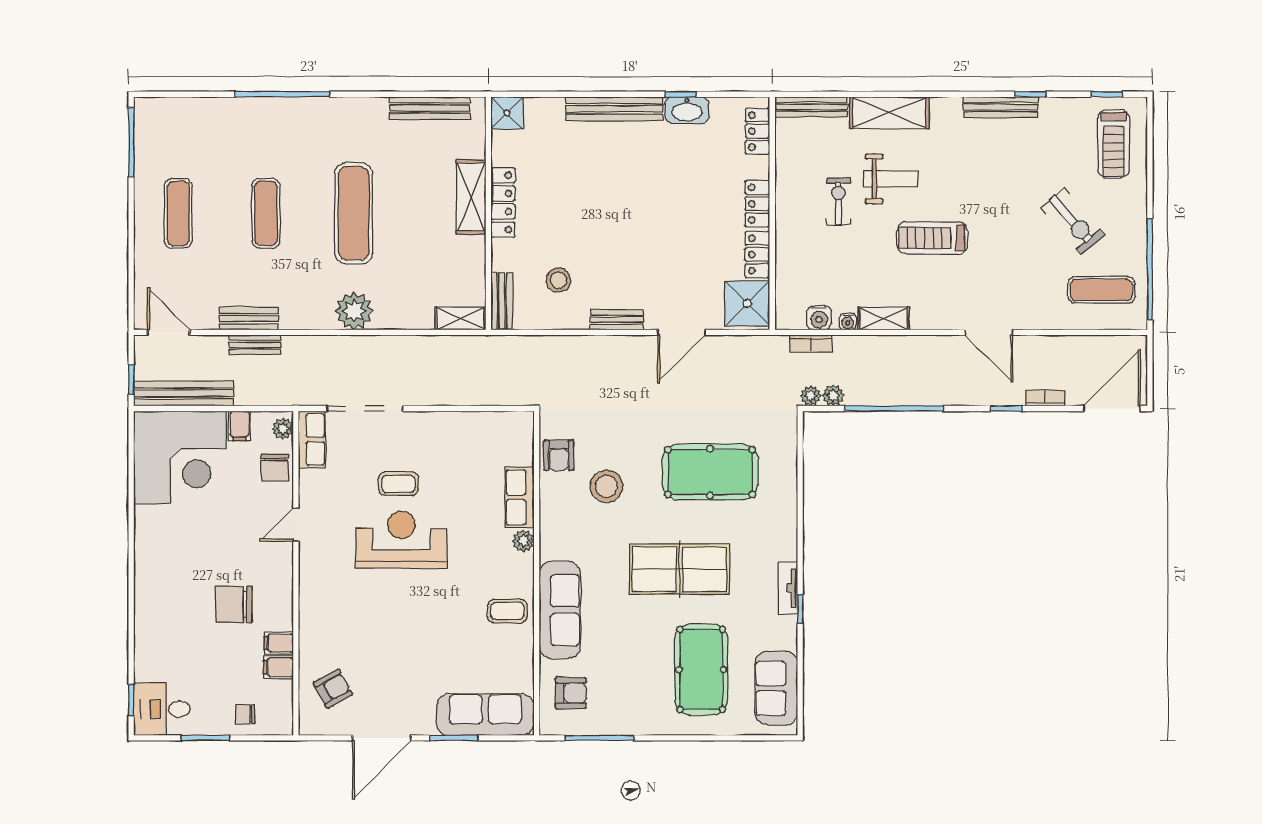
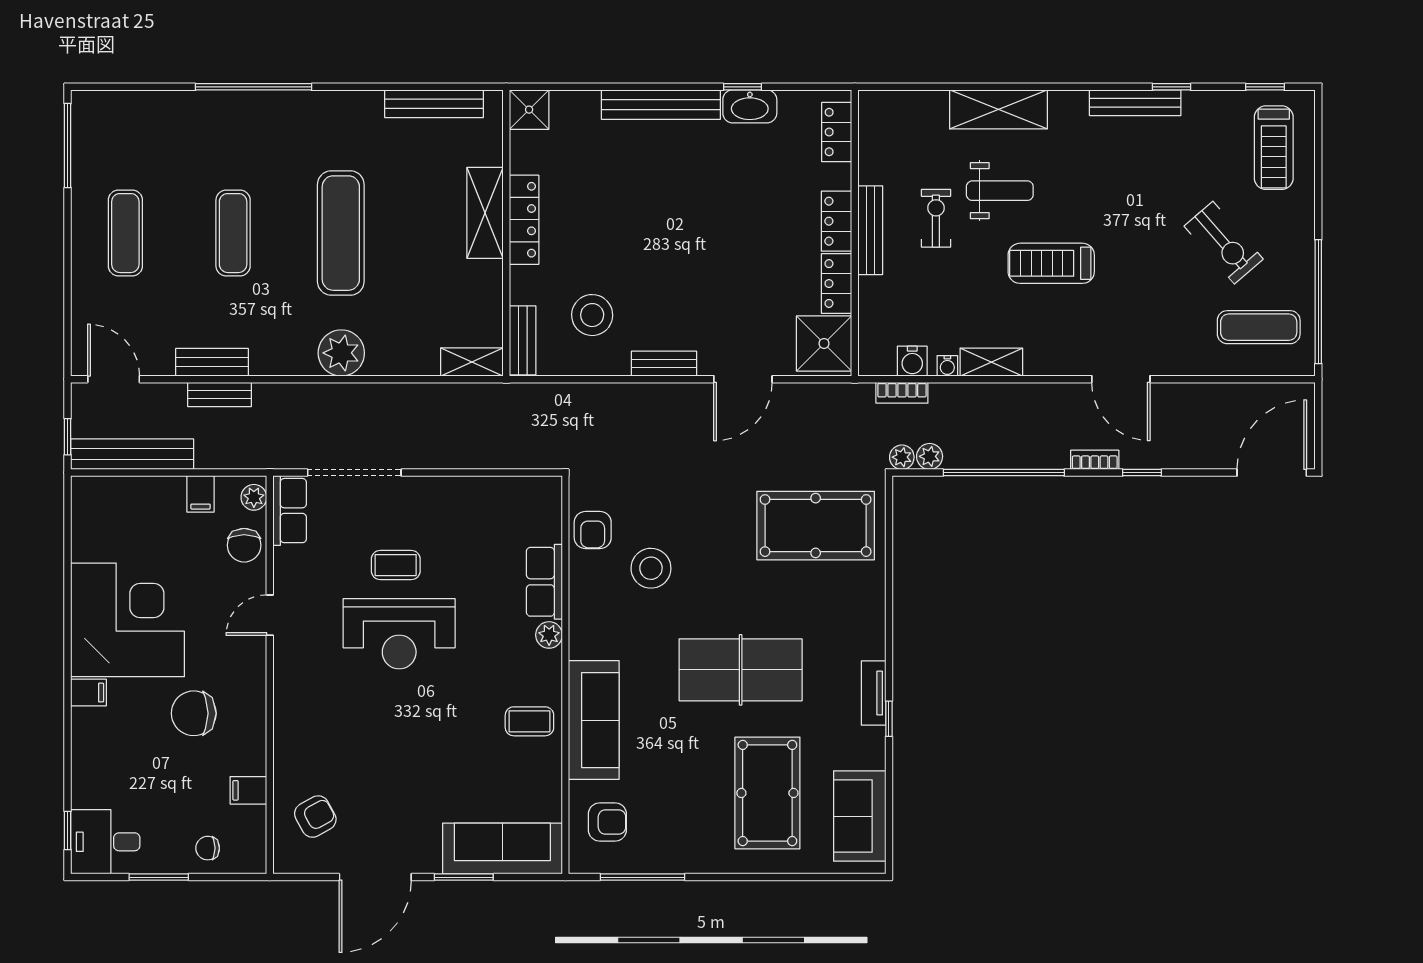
bench: (811, 107) -> (870, 230), moved, turned 90
stool: (558, 280) -> (592, 315), width x1.38, depth x1.38
bookcase: (1045, 398) -> (1095, 460), moved
corner desk: (180, 457) -> (128, 620), moved, turned -90
pool table: (710, 472) -> (816, 526), moved
reception desk: (401, 540) -> (399, 634), turned 180
filing cabinet: (279, 643) -> (89, 693), moved, turned 180

